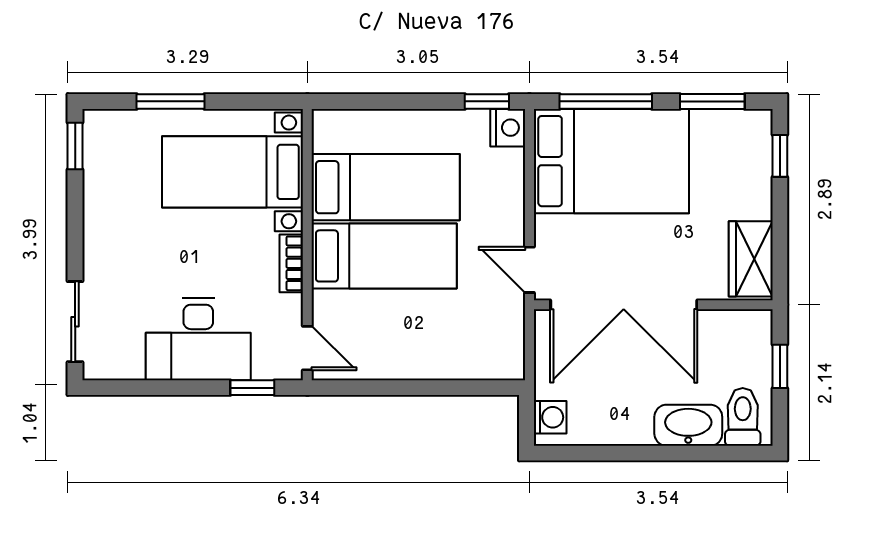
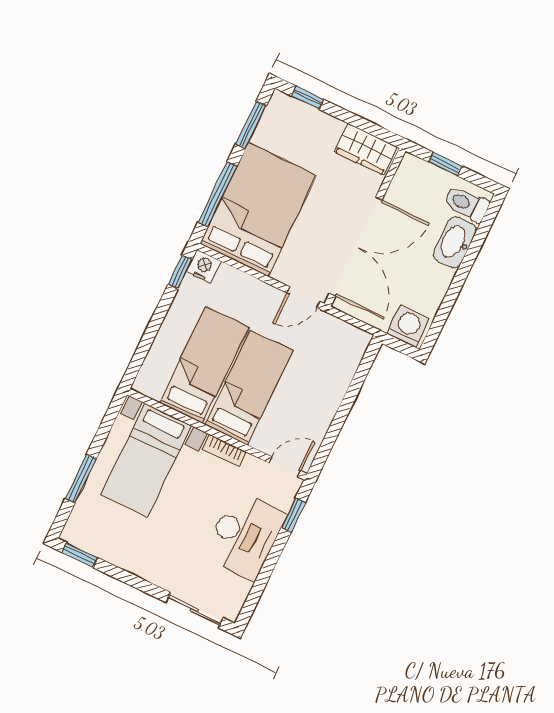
washing machine: (550, 417) -> (408, 326), width x1.38, depth x1.38

